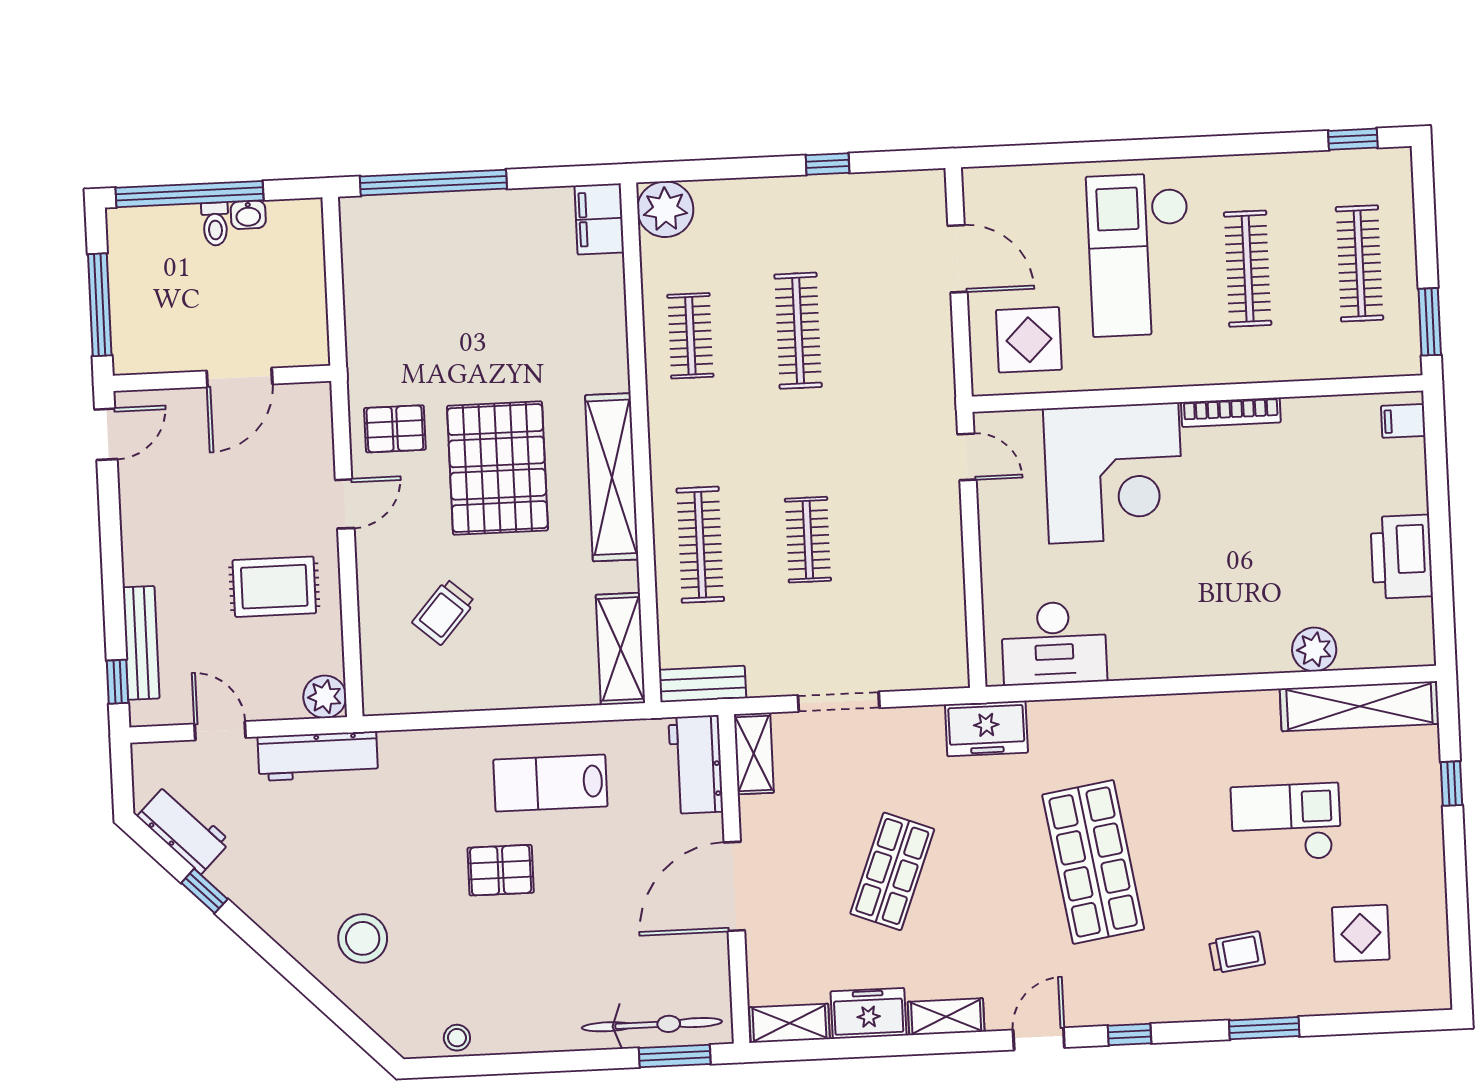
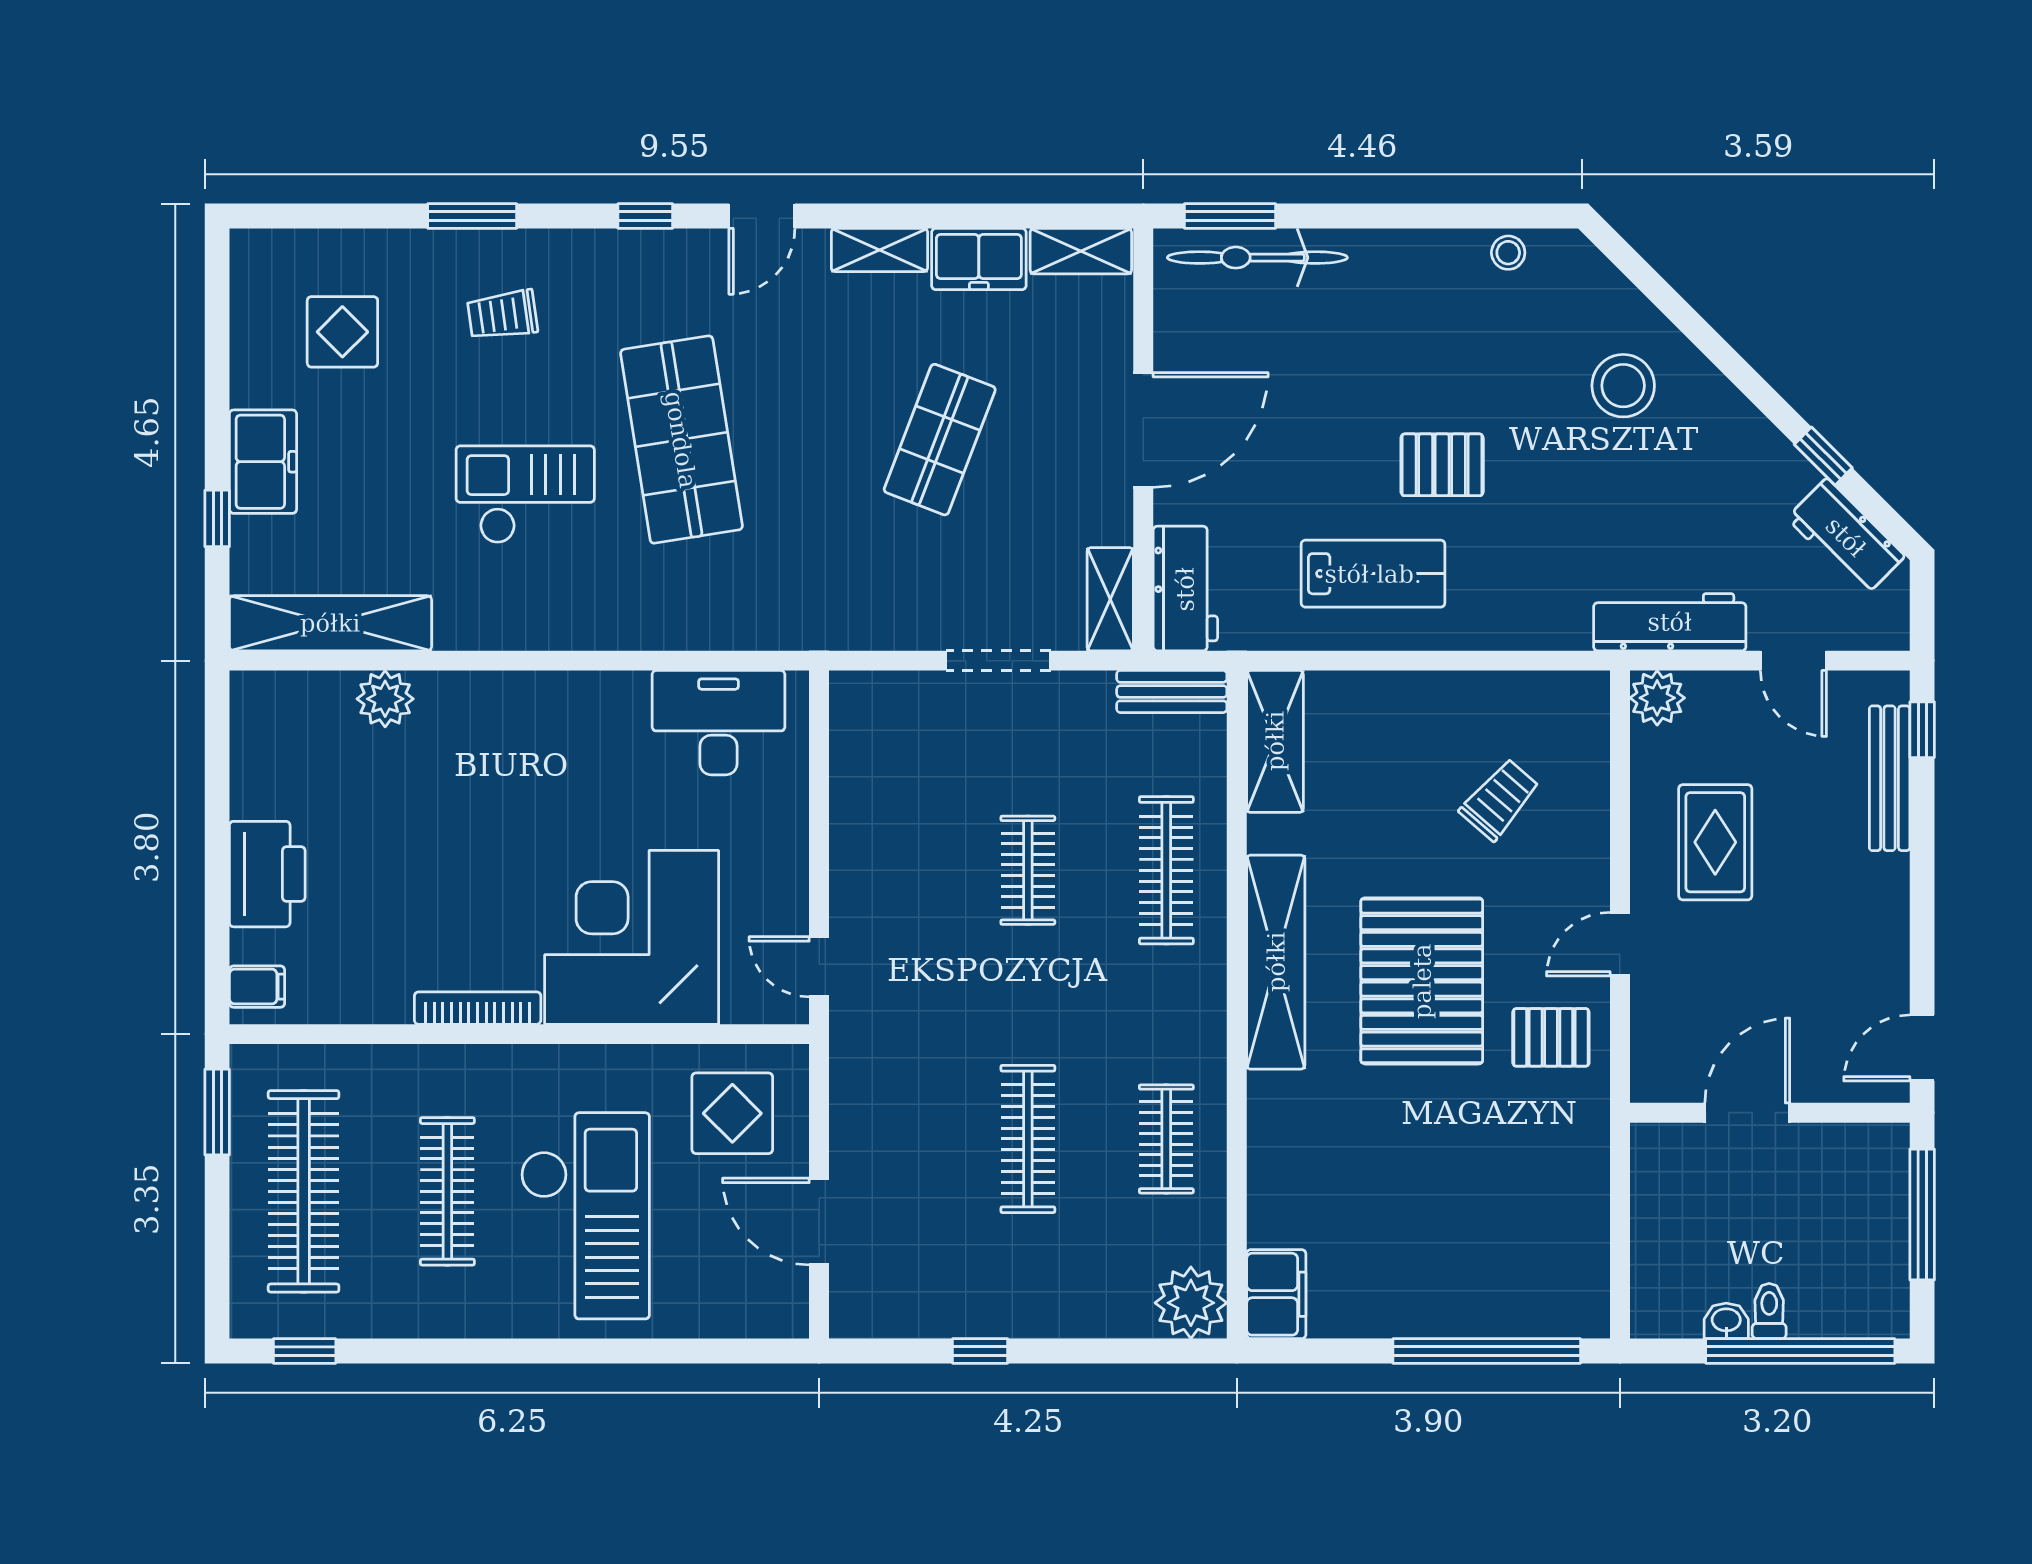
clothes rail: (1360, 263) -> (304, 1191), width x1.37, depth x1.31
printer: (1402, 557) -> (267, 874), moved
rug: (274, 587) -> (1715, 842), turned 90
freezer: (986, 729) -> (263, 462), moved, turned 90
checkout: (1286, 823) -> (525, 495), moved, turned 180

